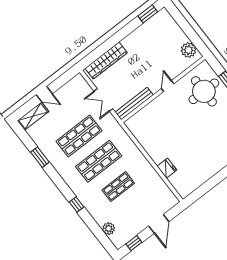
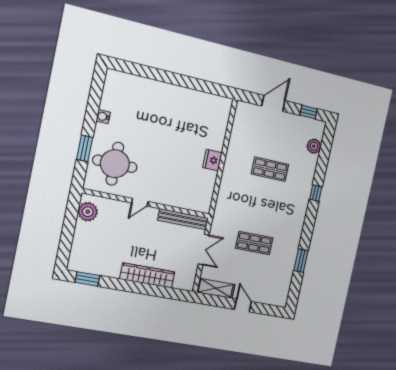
wardrobe: (106, 60) -> (147, 275), moved
shelving: (33, 116) -> (216, 288), moved
shop shelf: (79, 136) -> (254, 243), width x0.70, depth x0.74
shop shelf: (99, 161) -> (262, 206), removed
fridge: (167, 168) -> (212, 160), moved

